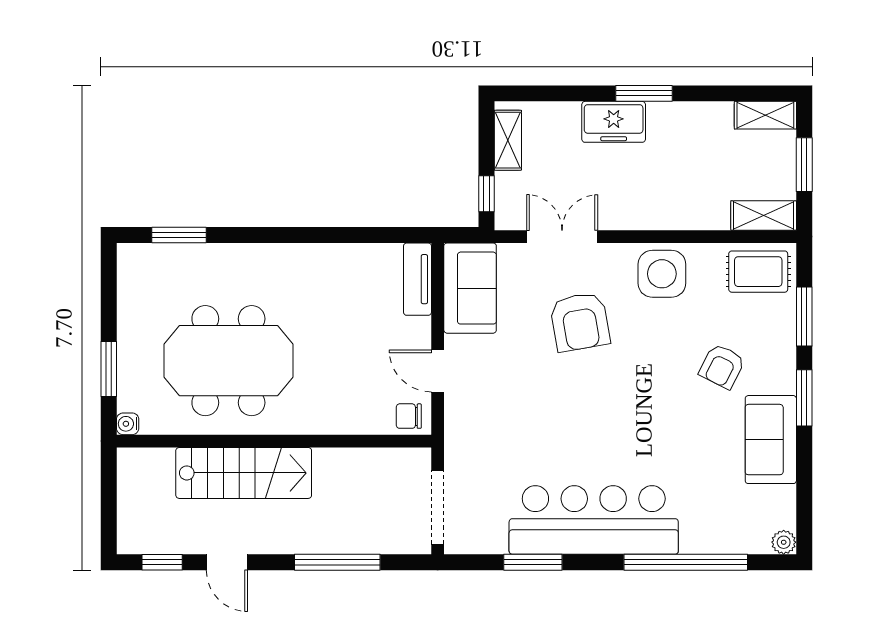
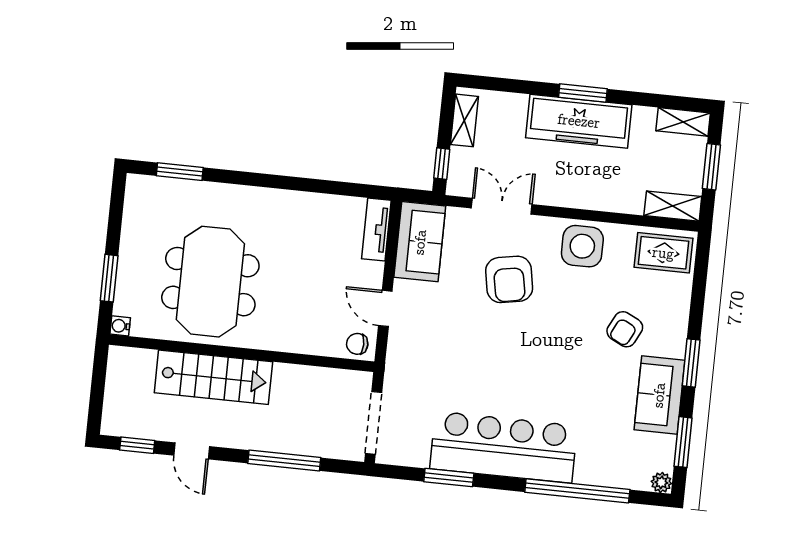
freezer: (614, 122) -> (579, 121), width x1.91, depth x1.26
window: (804, 317) -> (683, 442), moved
meeting table: (228, 361) -> (210, 282), turned 90

